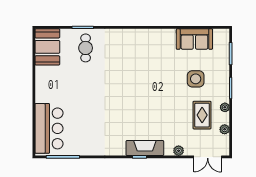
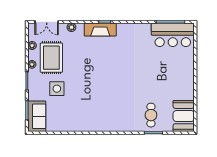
sofa: (194, 39) -> (37, 116), moved, turned 90
rug: (202, 115) -> (51, 58), width x1.36, depth x1.43
bar counter: (49, 128) -> (173, 35), moved, turned -90
double door: (208, 157) -> (47, 22), swing flipped

